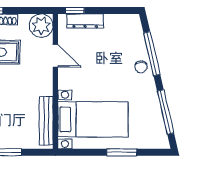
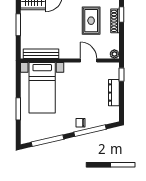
dresser: (85, 21) -> (114, 93), moved
plant: (41, 26) -> (114, 54), width x0.53, depth x0.53
door: (55, 56) -> (89, 60), swing flipped

